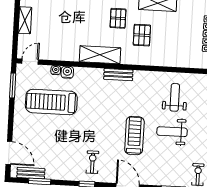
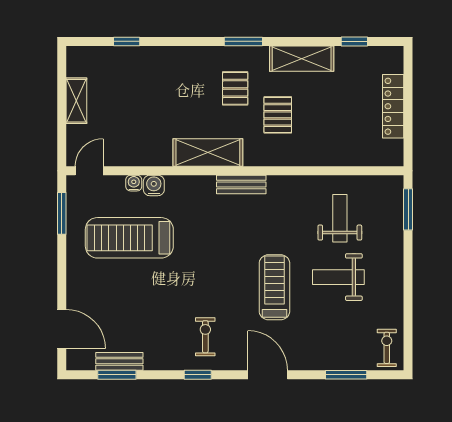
bench: (31, 173) -> (119, 361), moved

